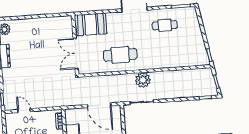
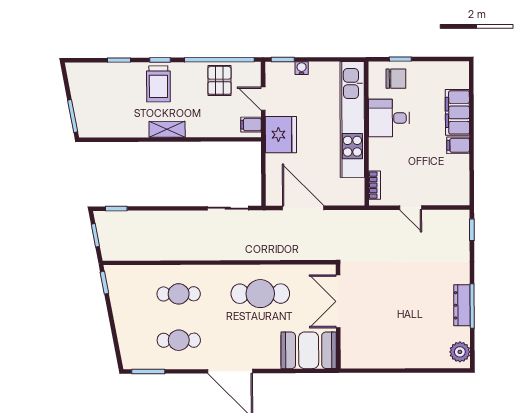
cafe table: (167, 51) -> (179, 294), added
double door: (76, 53) -> (338, 301), swing flipped
plant: (143, 80) -> (224, 247), removed
door: (24, 111) -> (411, 208), moved

